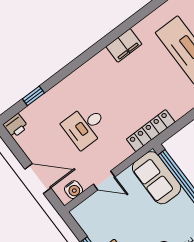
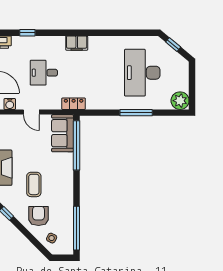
filing cabinet: (124, 45) -> (77, 43), moved
locker: (151, 131) -> (74, 104), width x0.66

